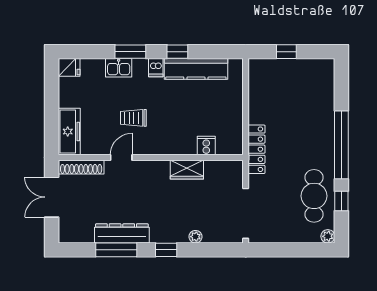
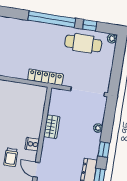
cooker: (206, 146) -> (32, 144), moved

